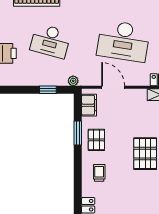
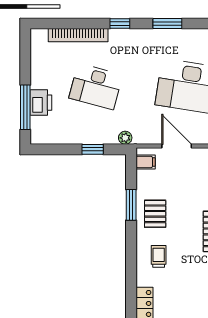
filing cabinet: (89, 105) -> (146, 162), width x0.50

